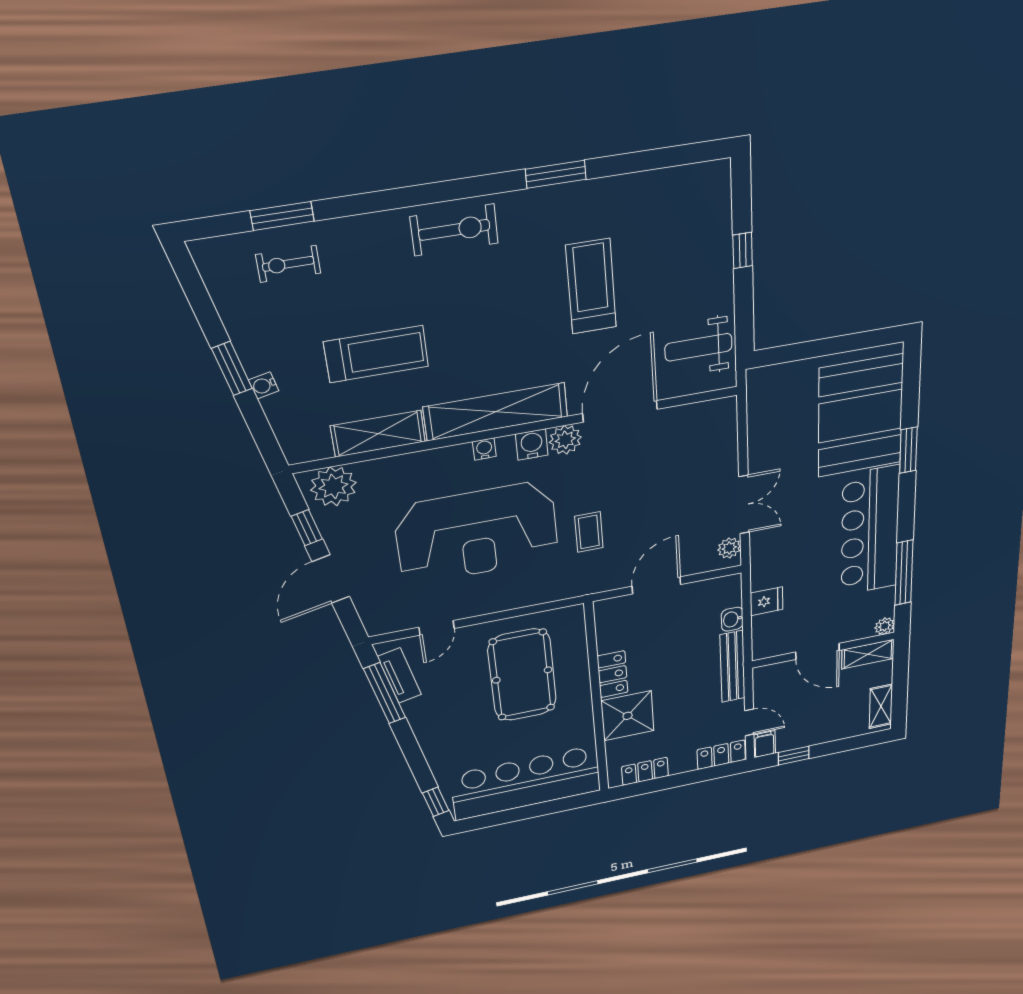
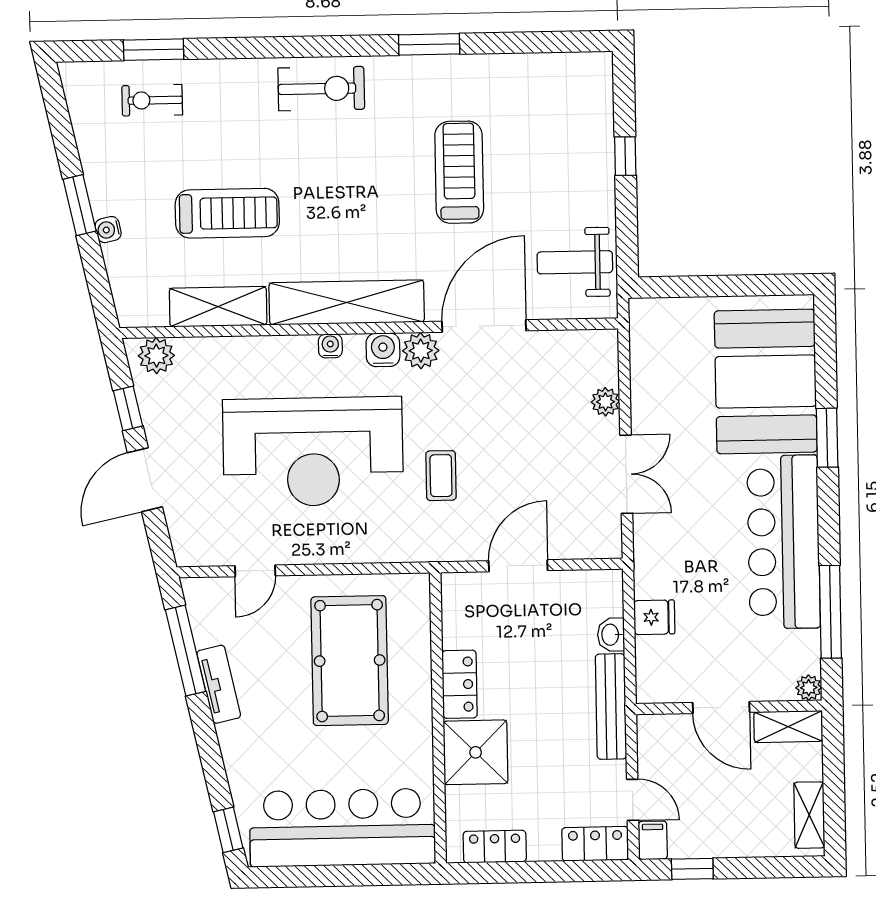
plant: (333, 486) -> (156, 356), width x0.73, depth x0.73
plant: (729, 548) -> (605, 402), moved
tv unit: (399, 676) -> (219, 684), moved

